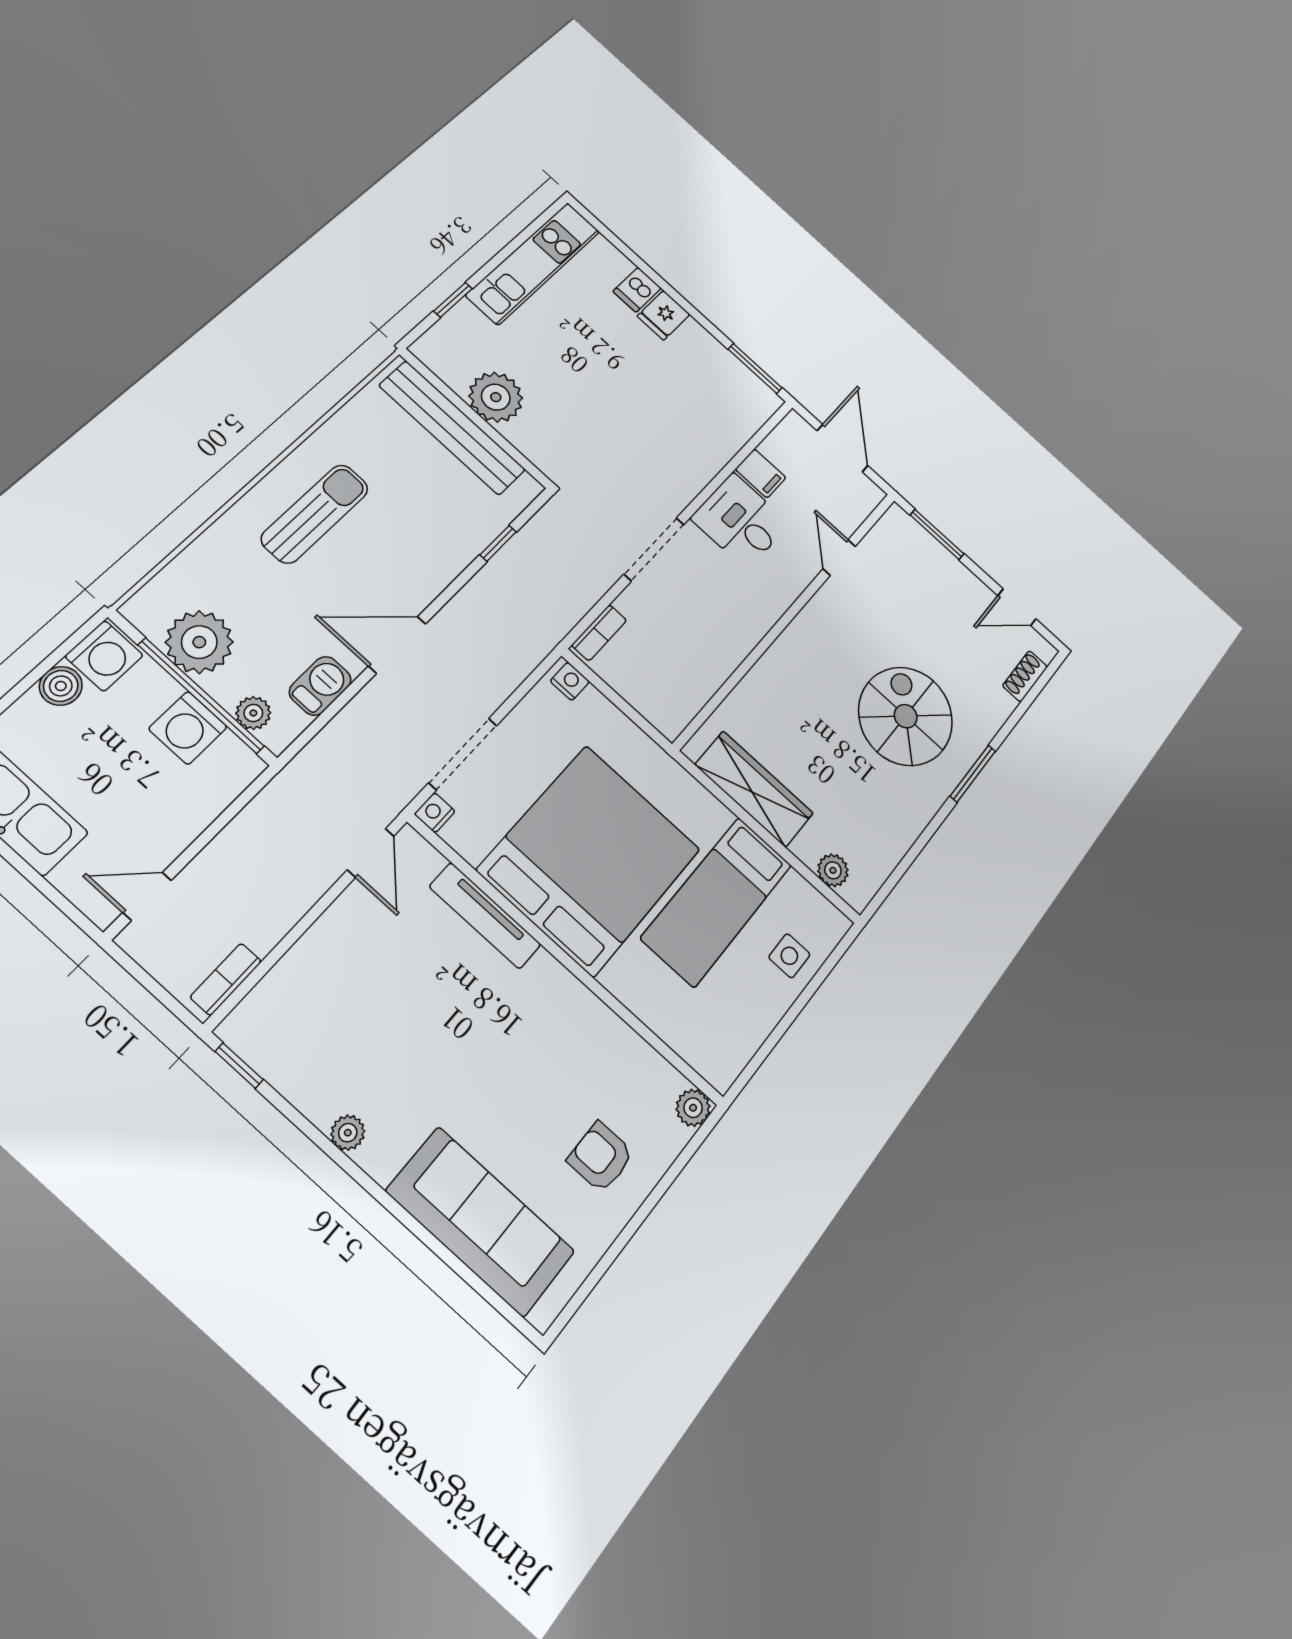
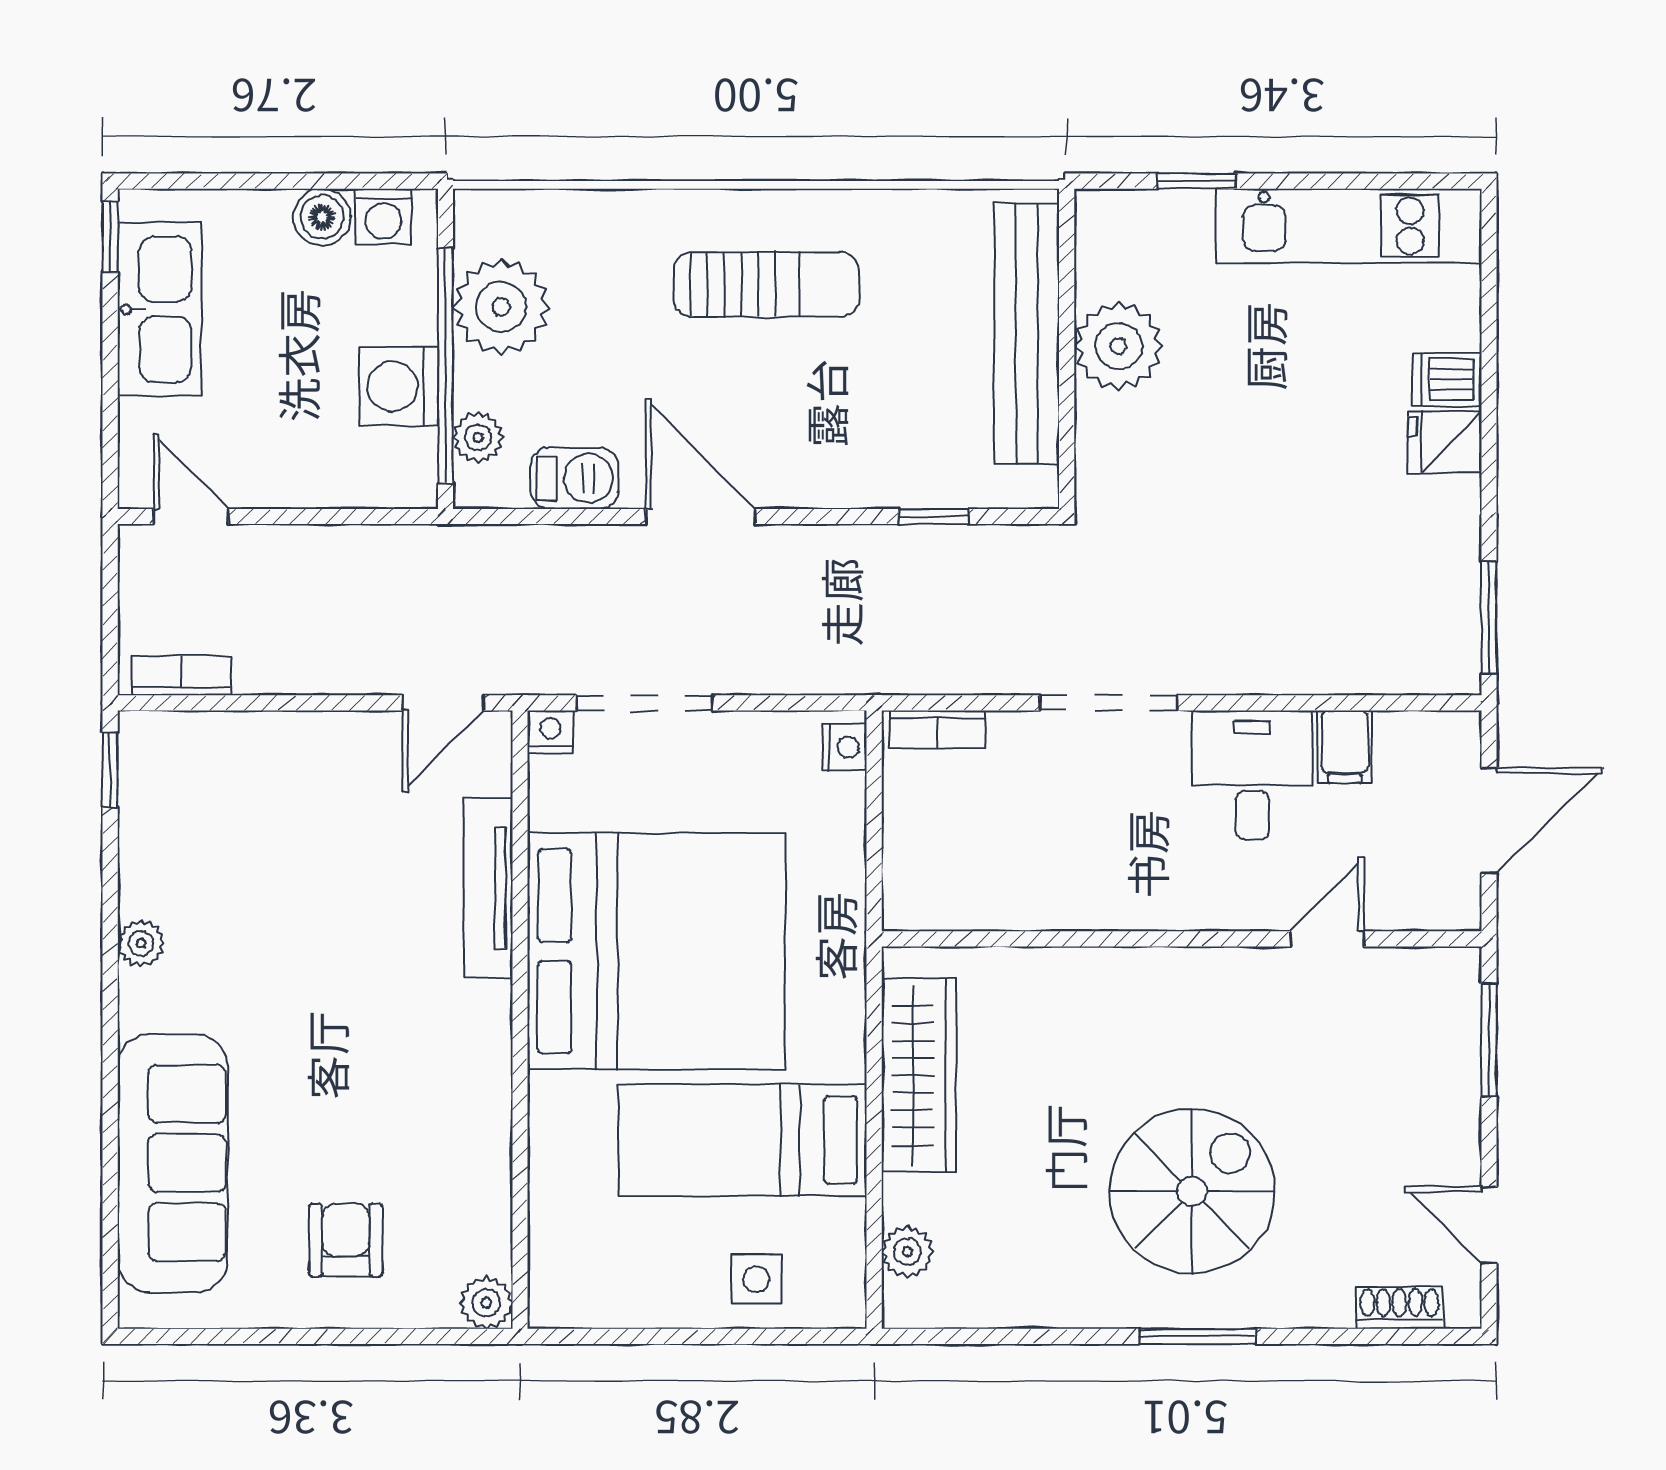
washing machine: (104, 656) -> (383, 216), width x0.73, depth x0.73

